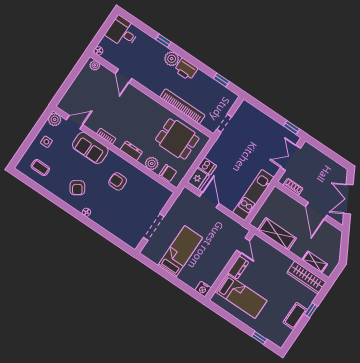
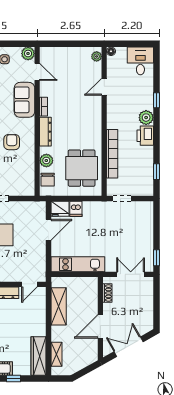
dresser: (131, 151) -> (45, 132), width x1.44

